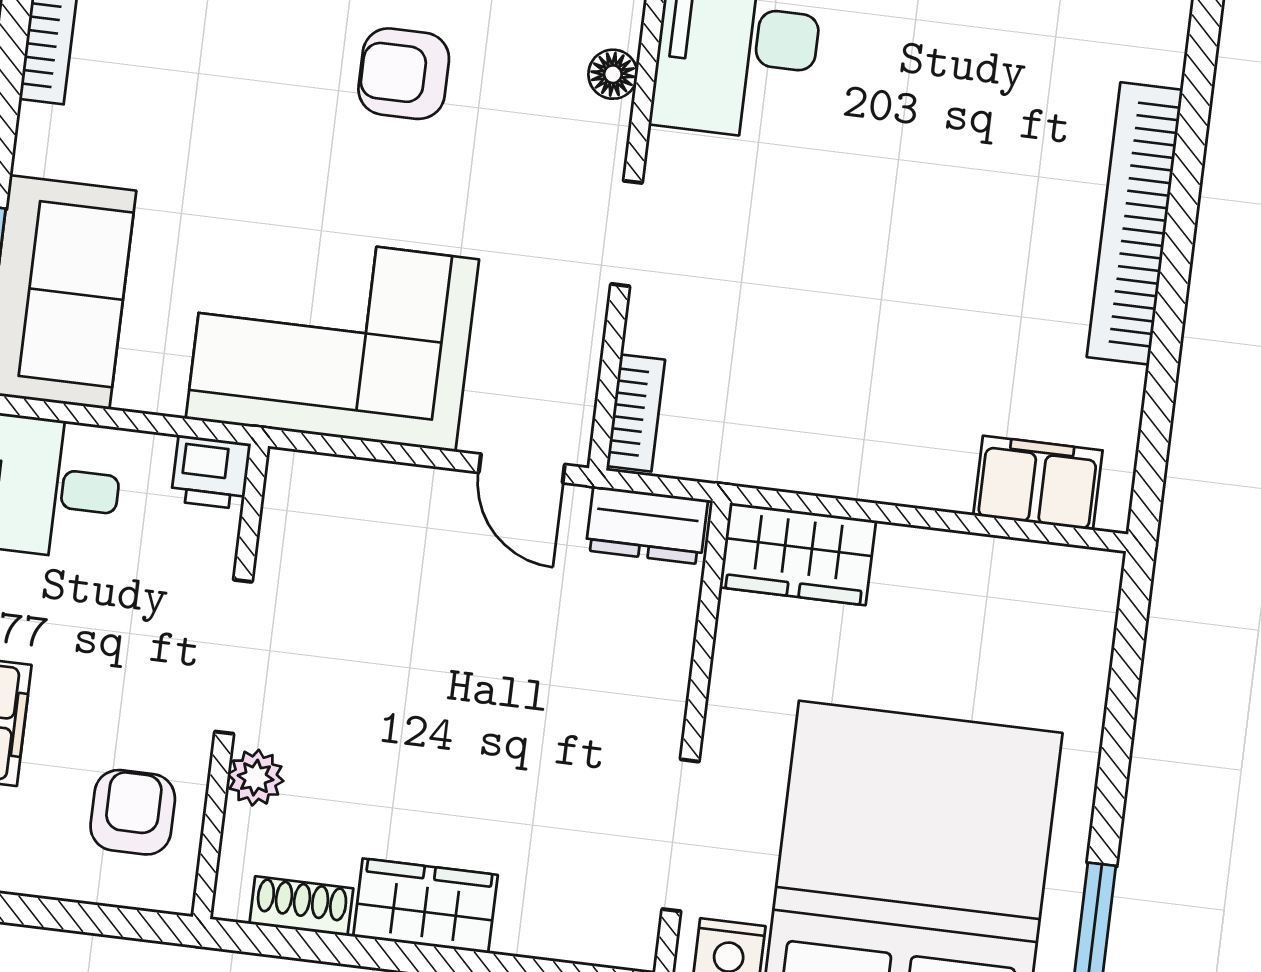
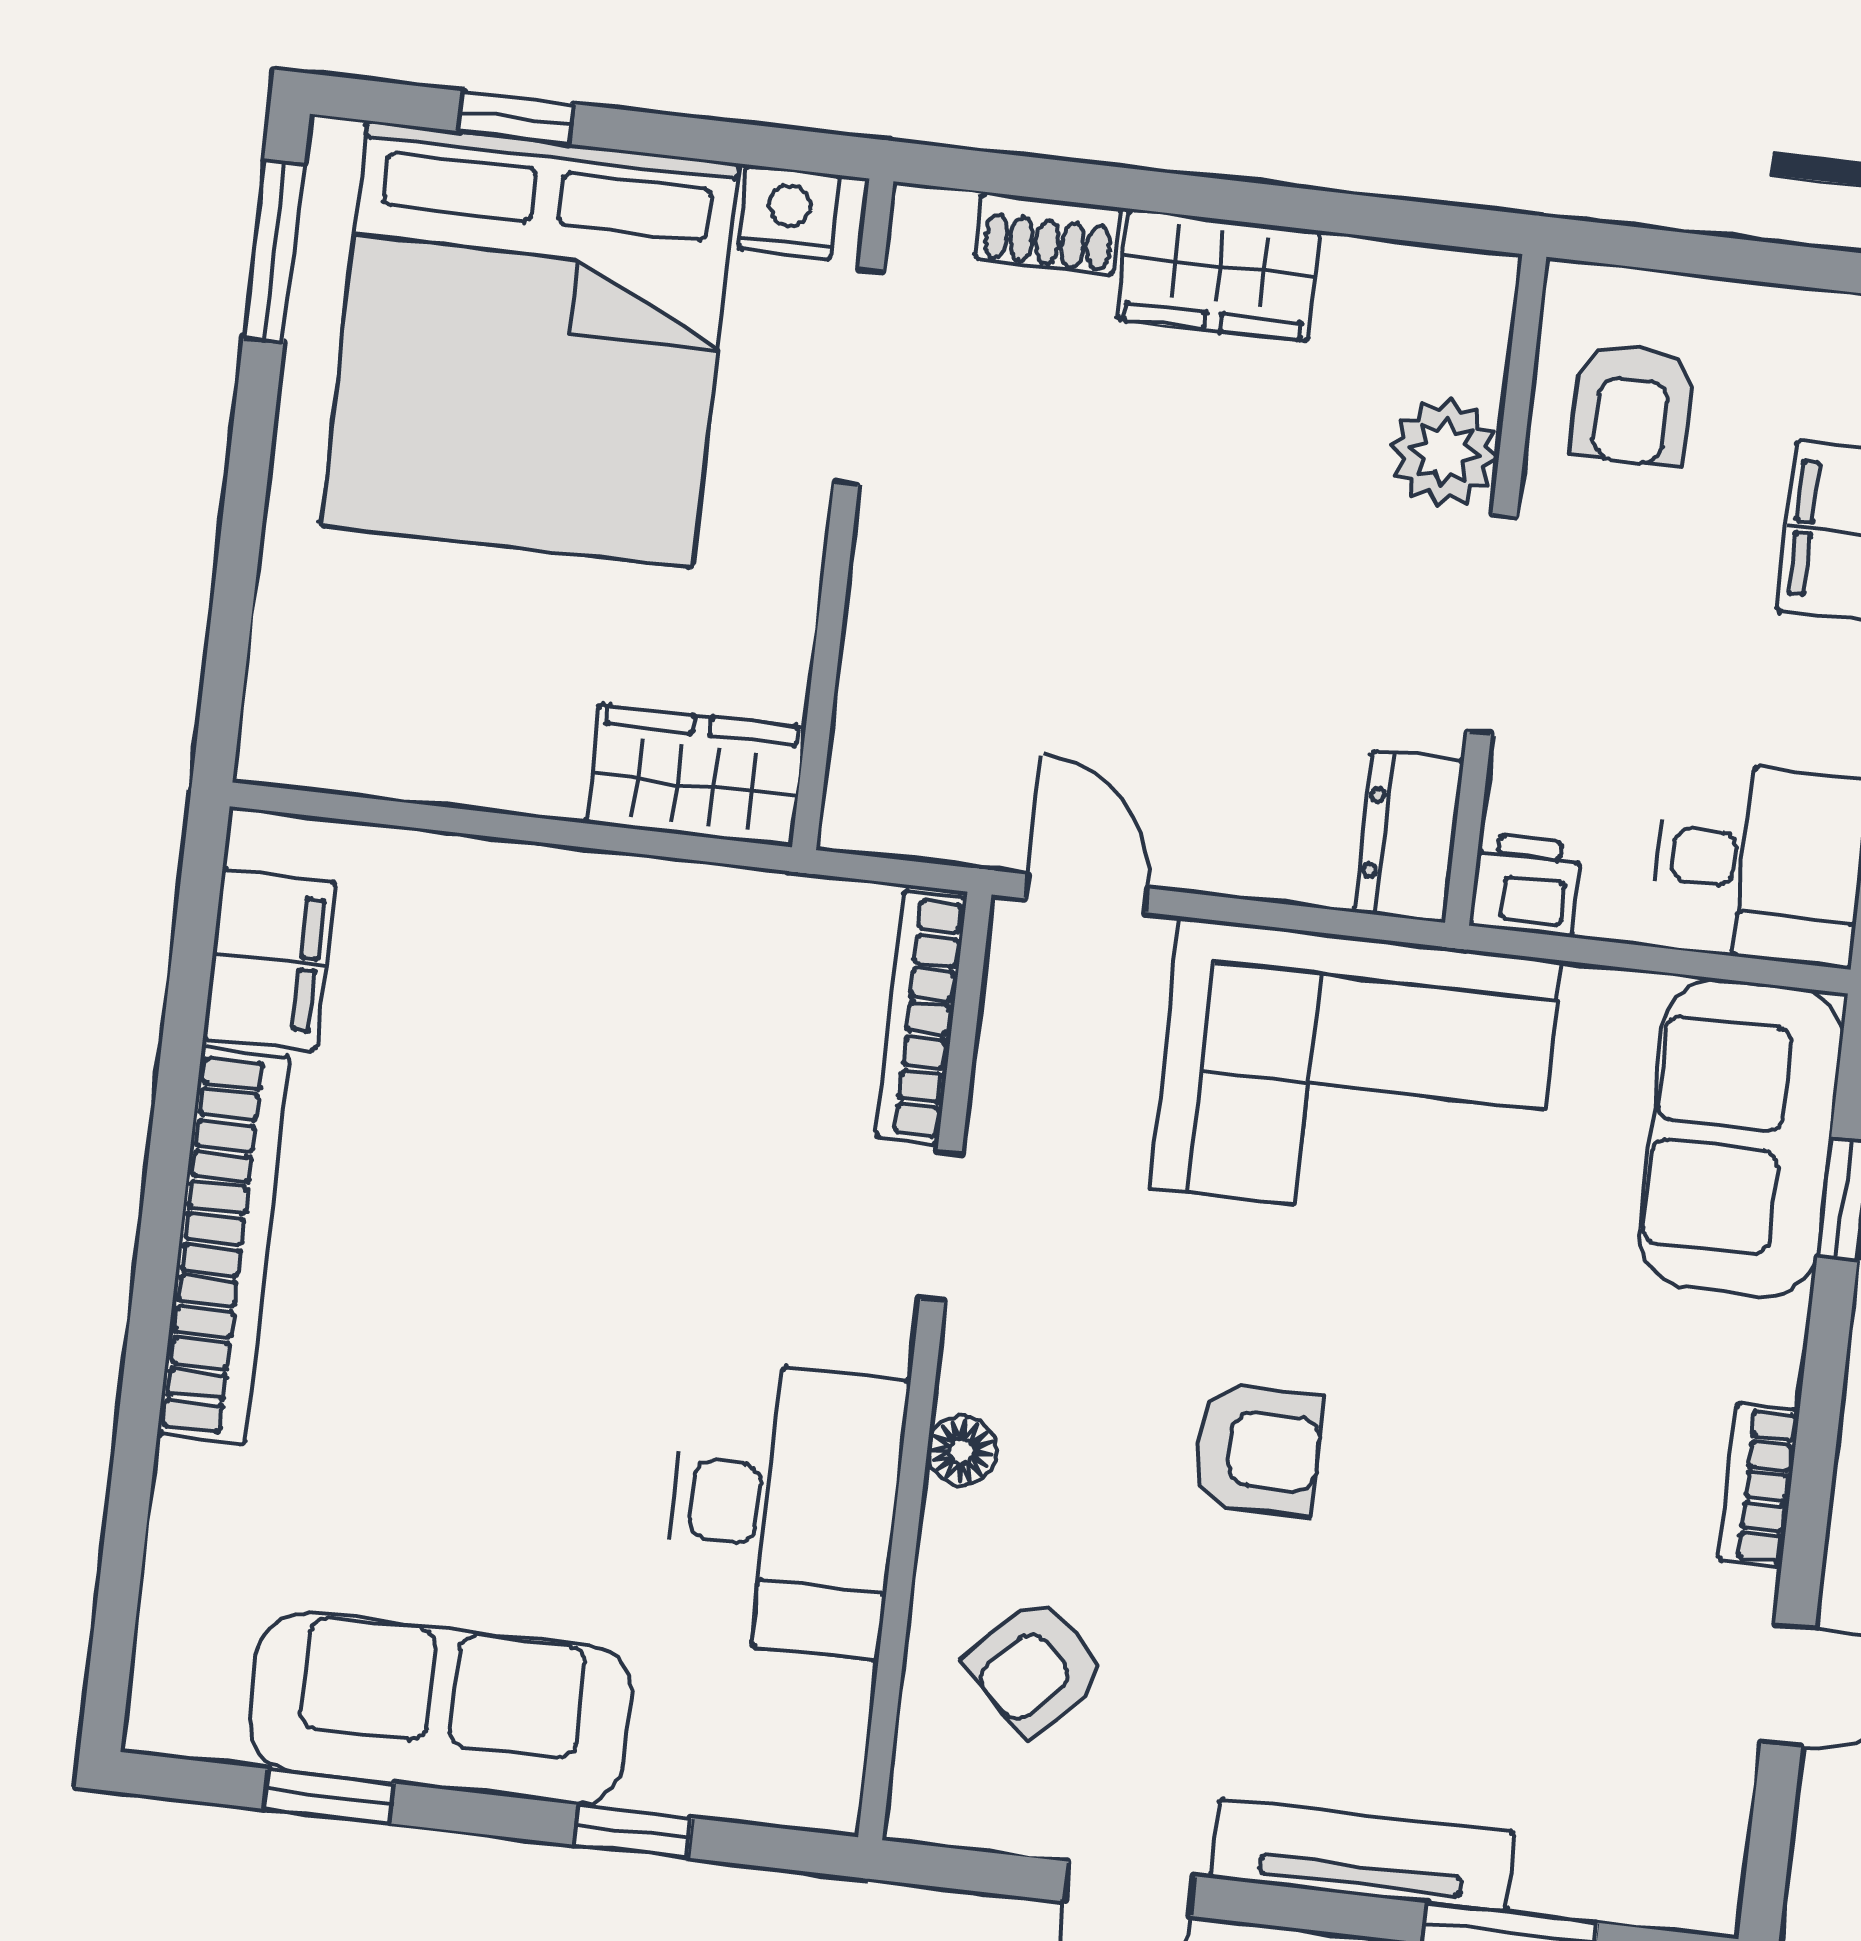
bookcase: (636, 413) -> (921, 1017), width x1.56
filing cabinet: (1038, 483) -> (269, 960), moved, turned -90
dresser: (647, 525) -> (1409, 836), moved, turned -90
plant: (256, 778) -> (1445, 453), width x1.38, depth x1.38
shoe rack: (301, 906) -> (1048, 233), moved

